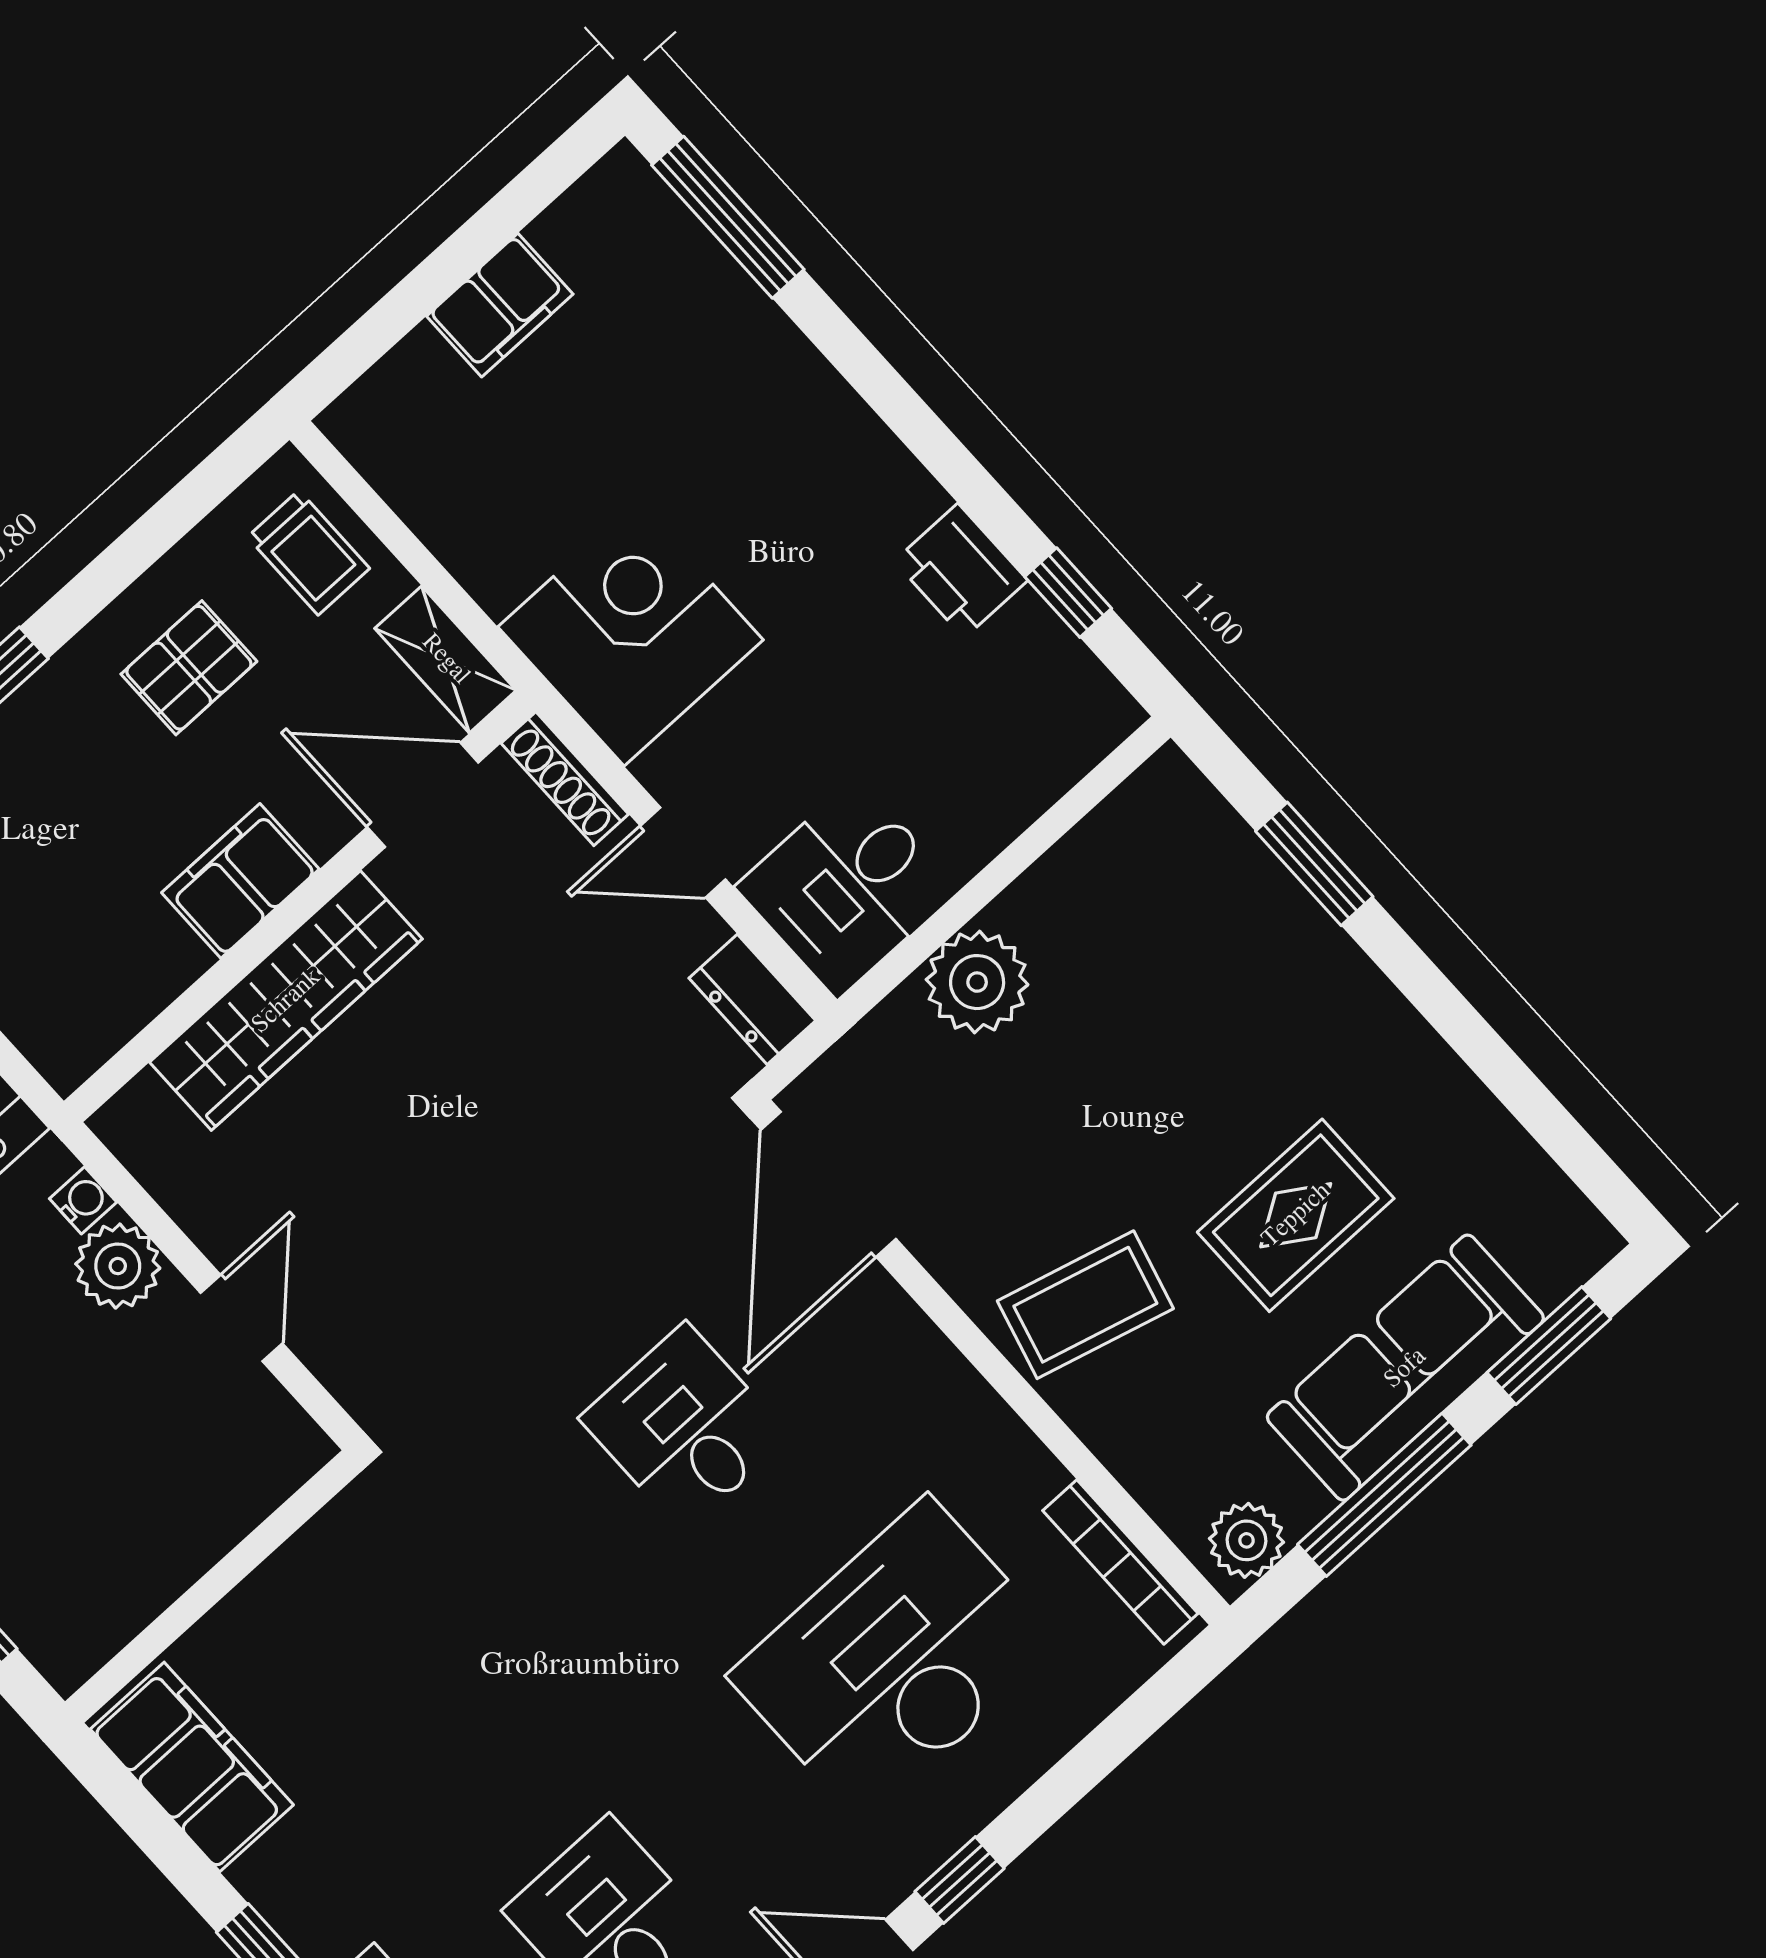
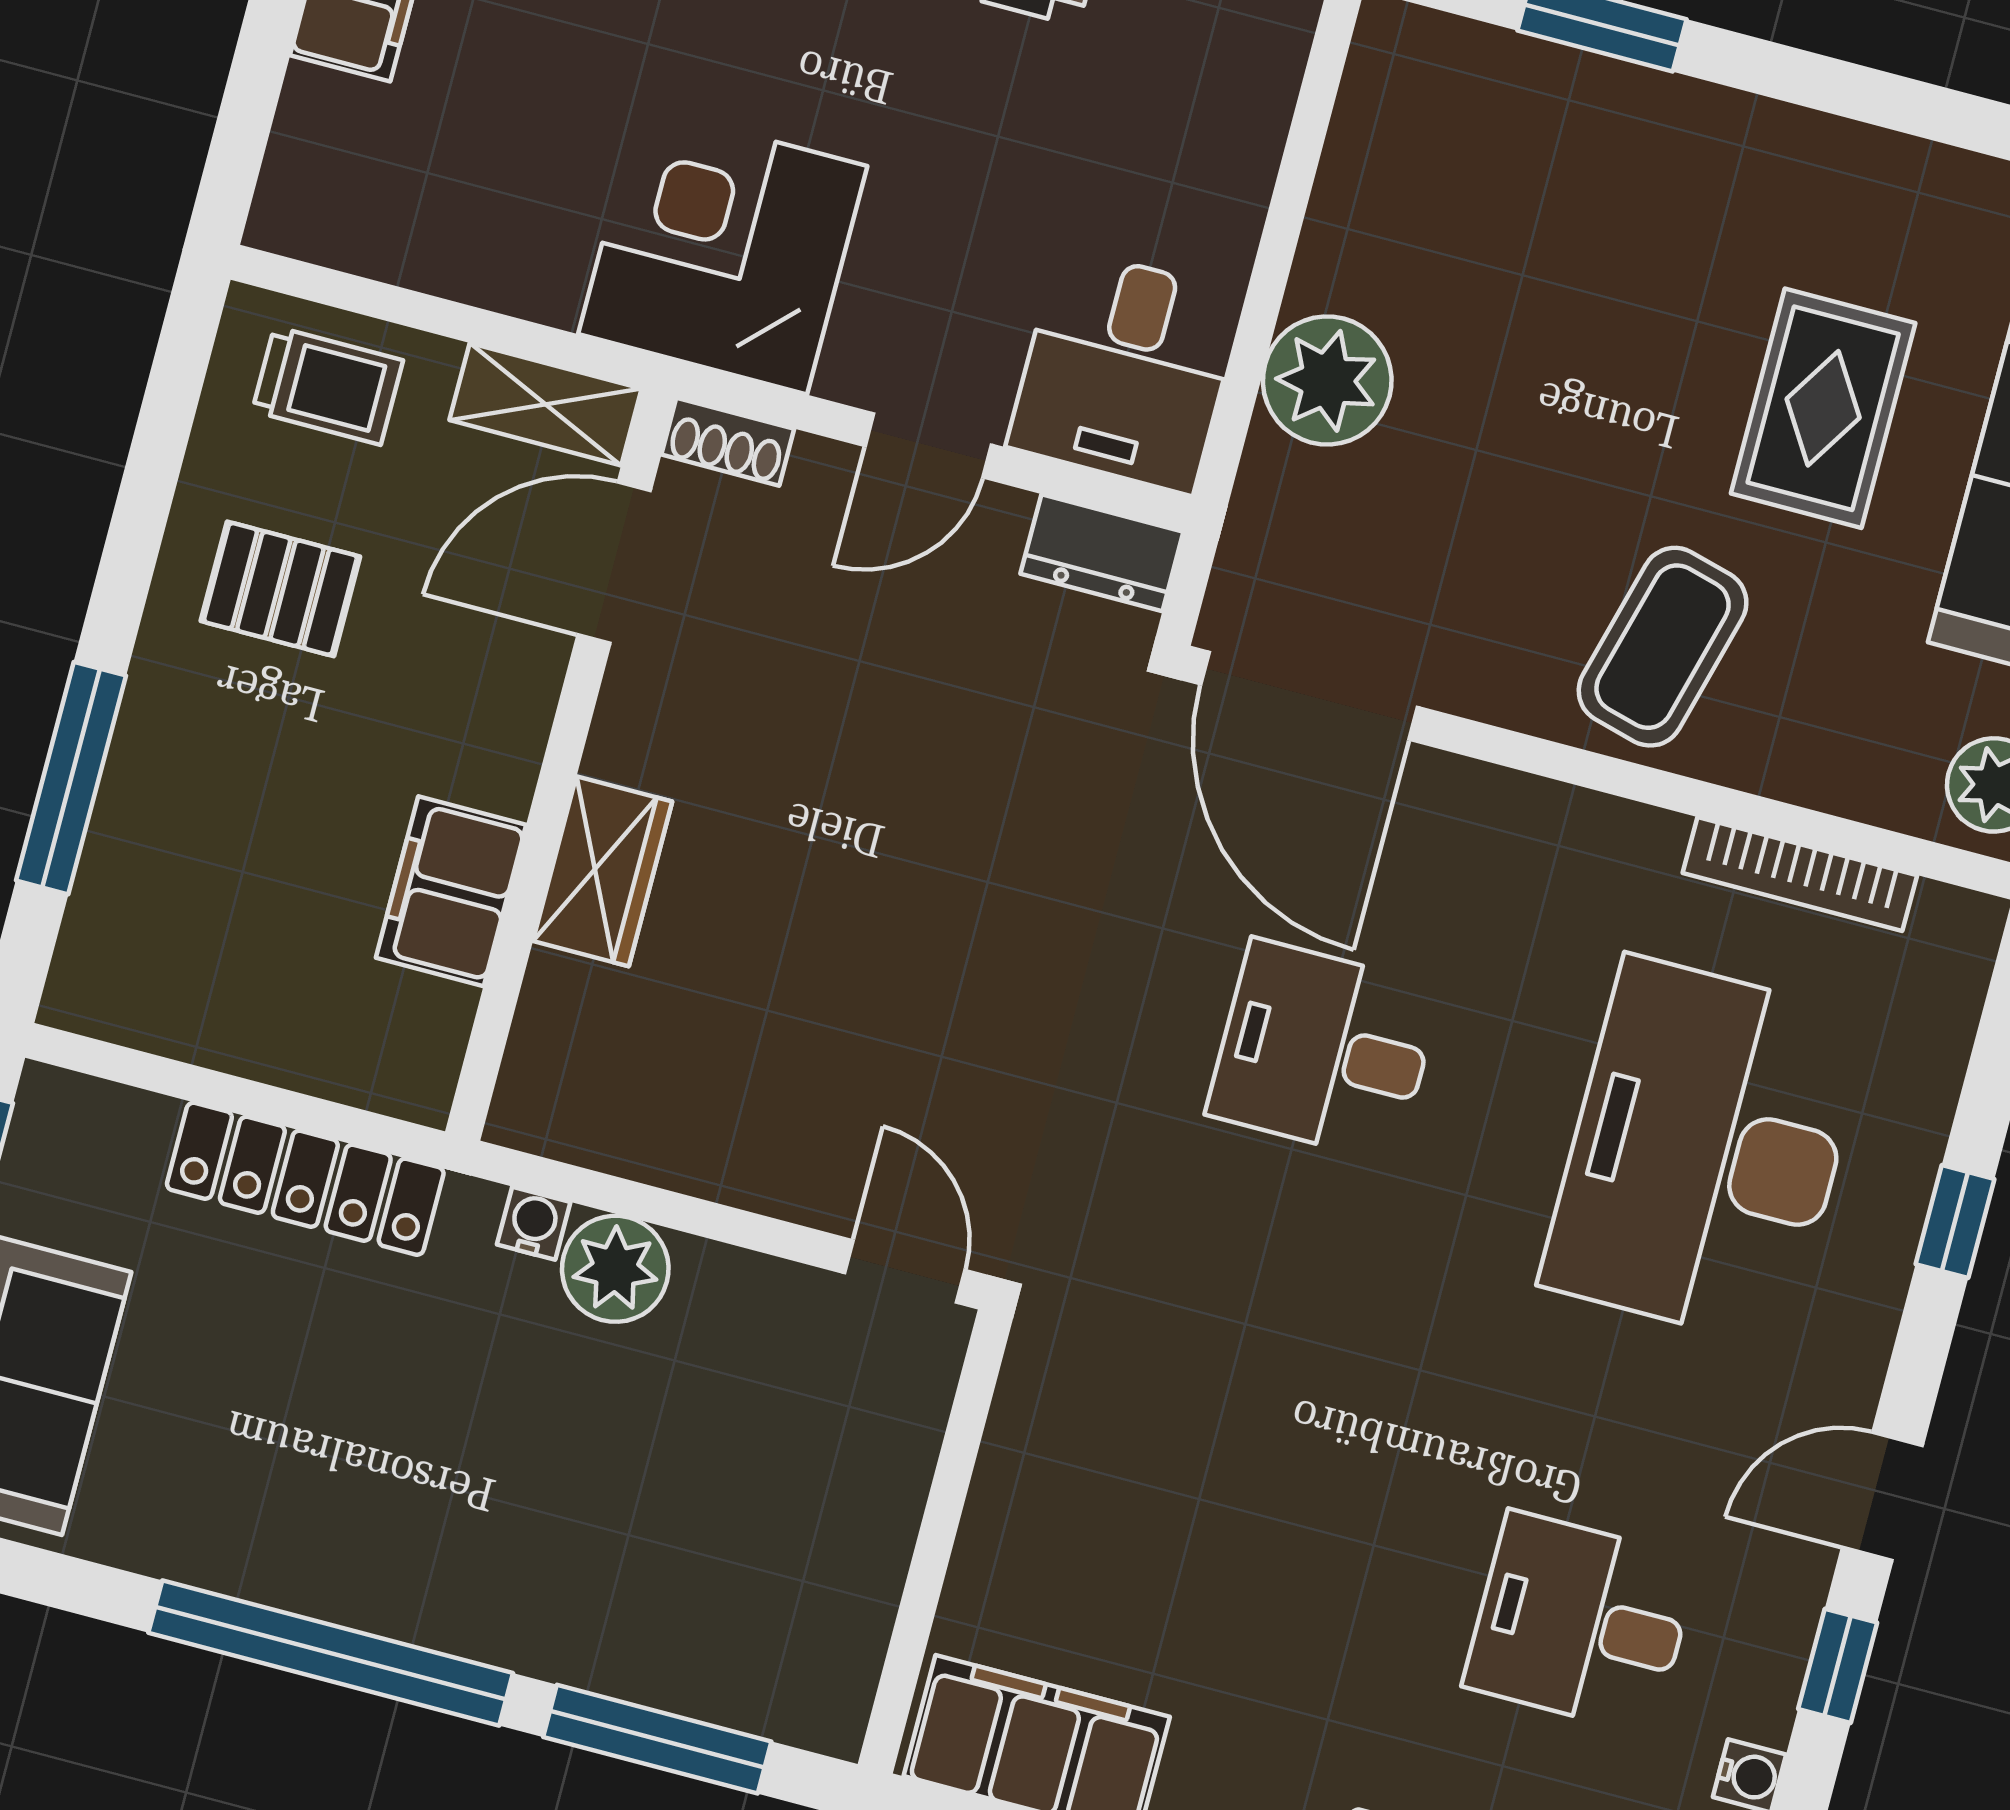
pallet: (189, 668) -> (280, 589), turned 90
shoe rack: (565, 779) -> (728, 442), width x0.70
filing cabinet: (240, 881) -> (451, 891), moved
wardrobe: (286, 1001) -> (603, 871), width x0.48, depth x0.85
door: (242, 1318) -> (905, 1272), moved
bookcase: (1120, 1562) -> (1800, 874), moved
window: (960, 1880) -> (1955, 1222), moved

